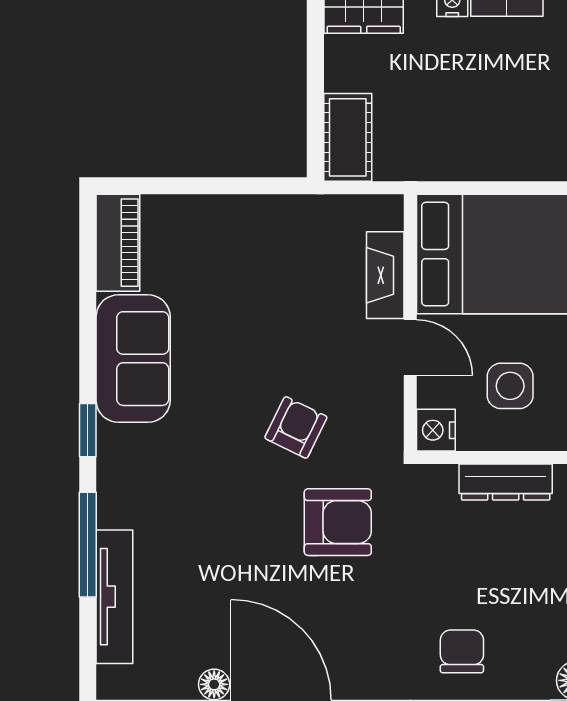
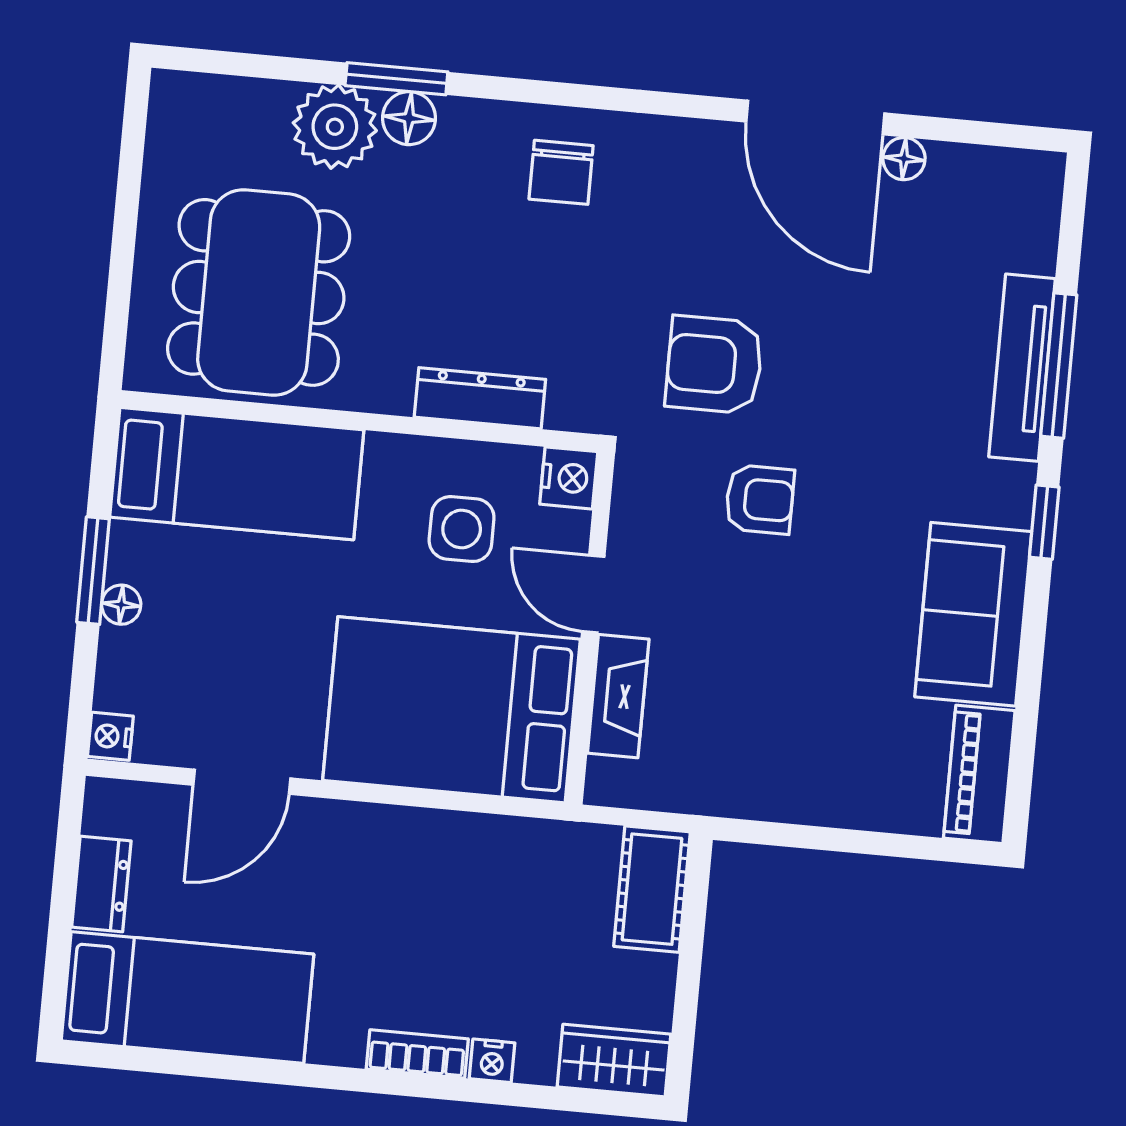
armchair: (296, 427) -> (760, 499), turned -116
tv unit: (114, 597) -> (1022, 368), moved

